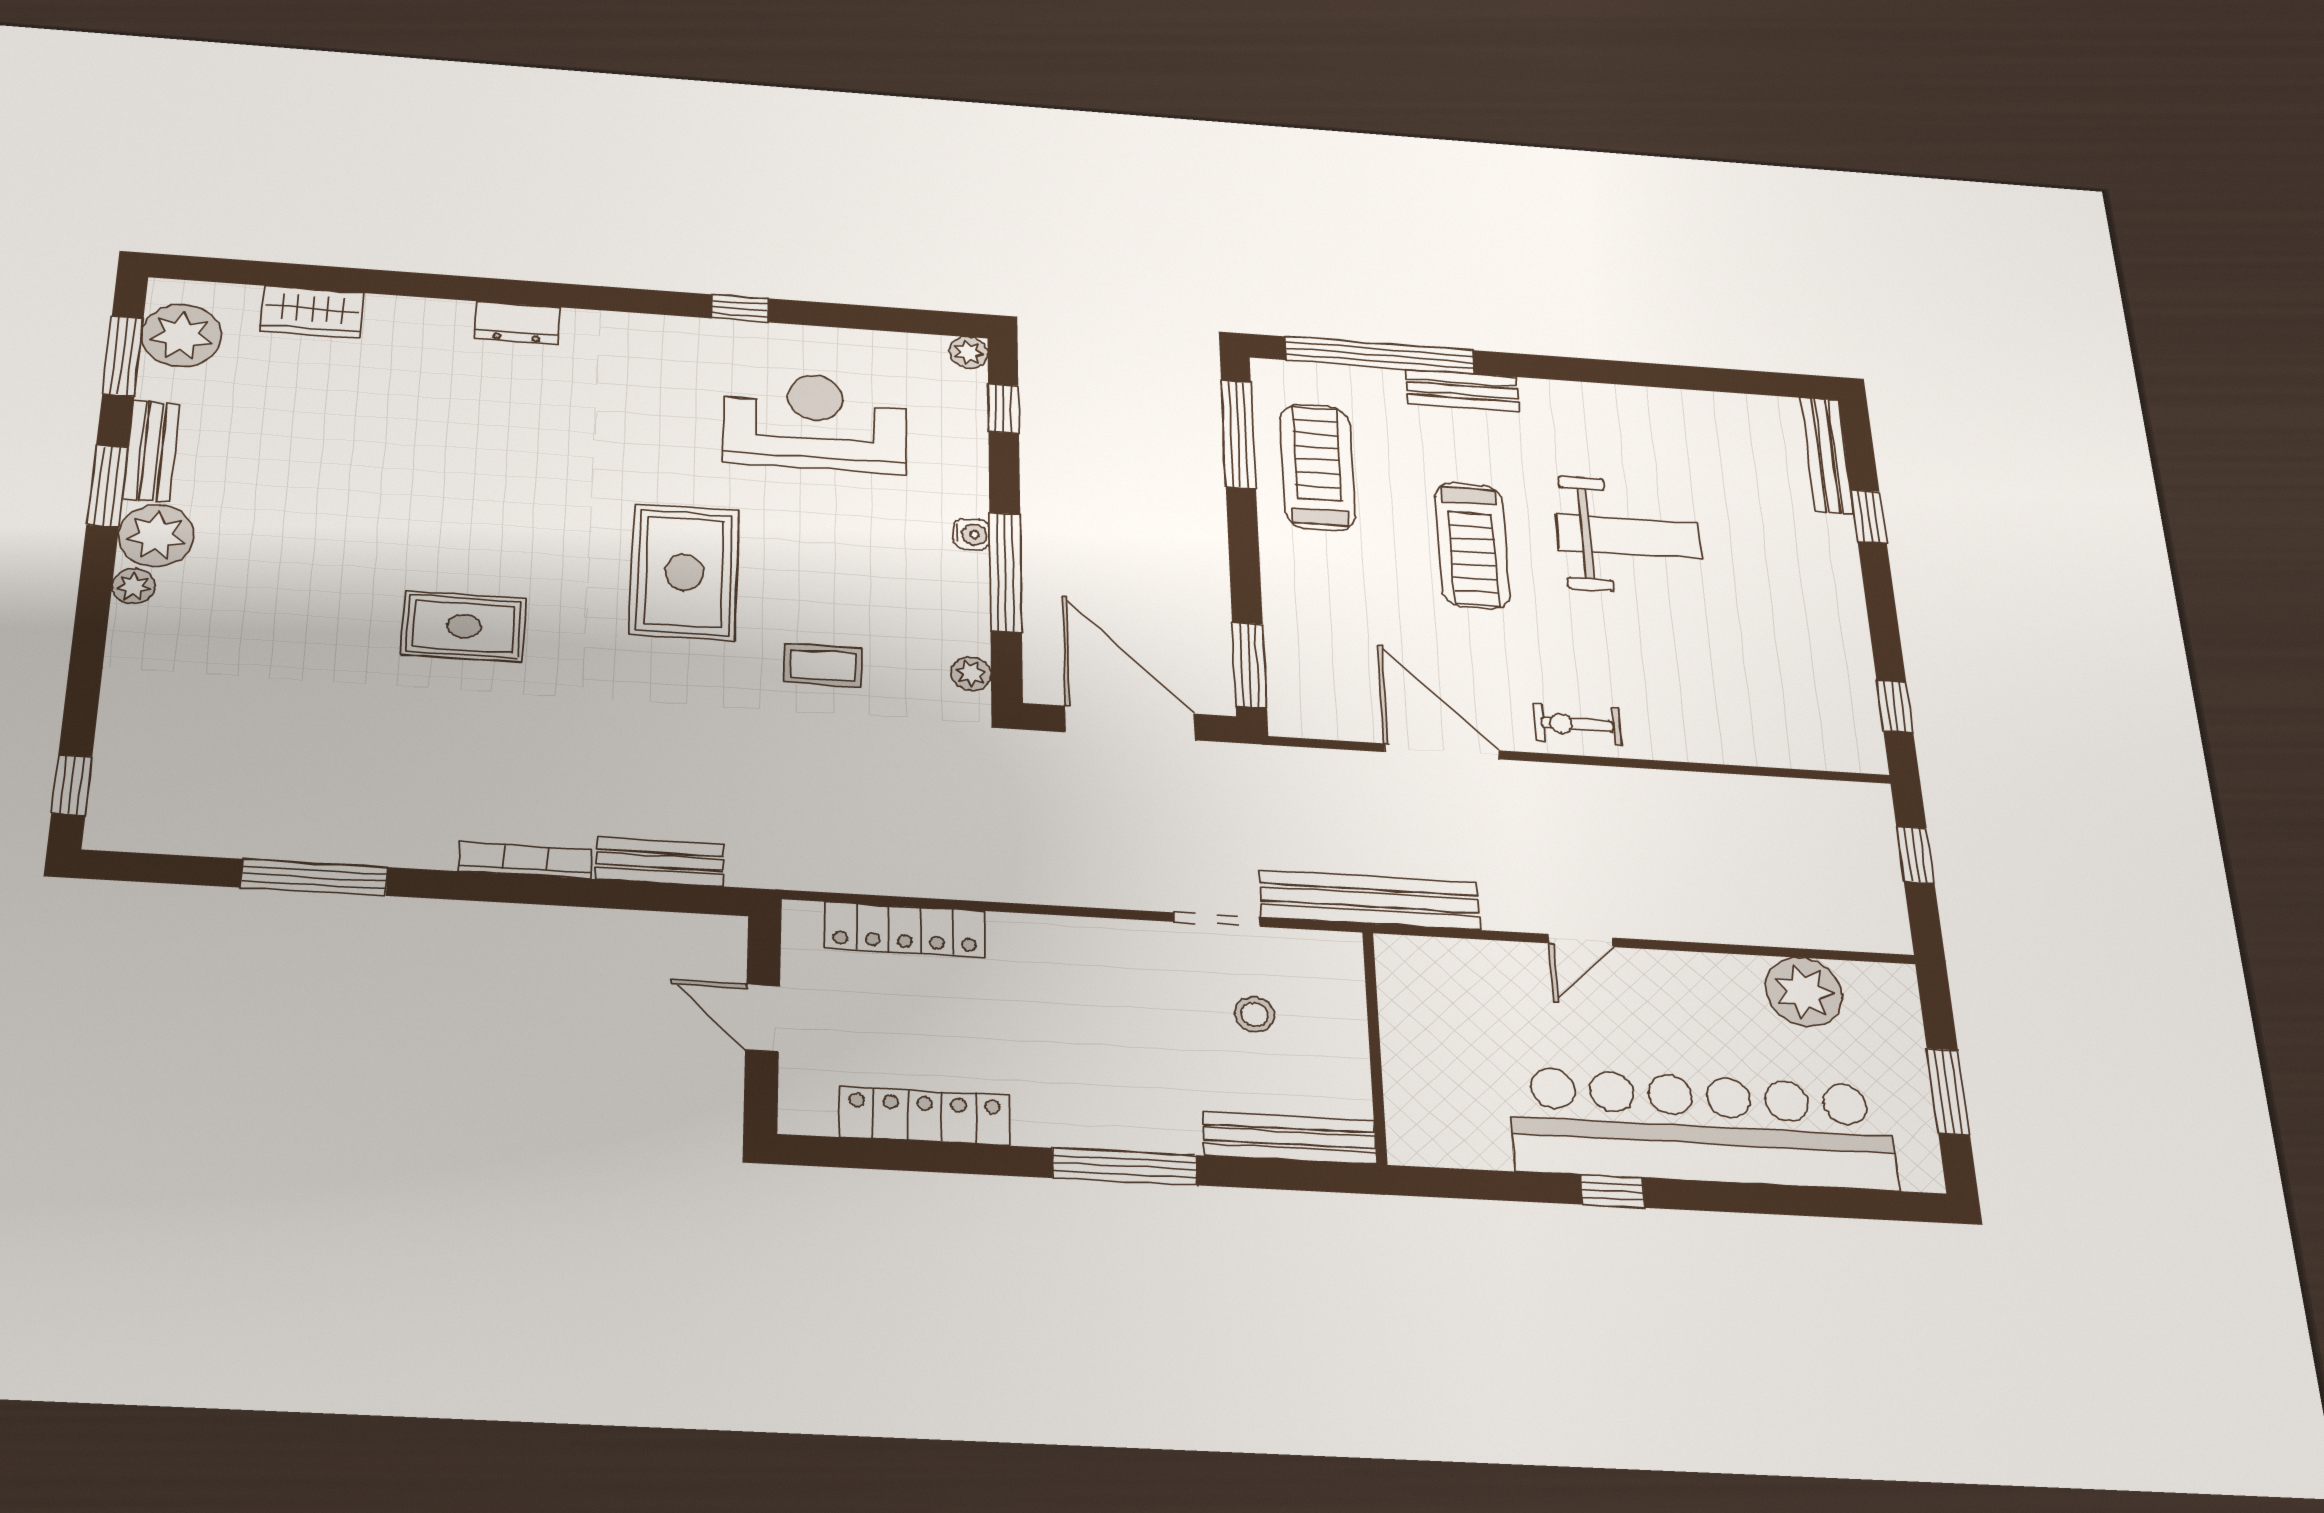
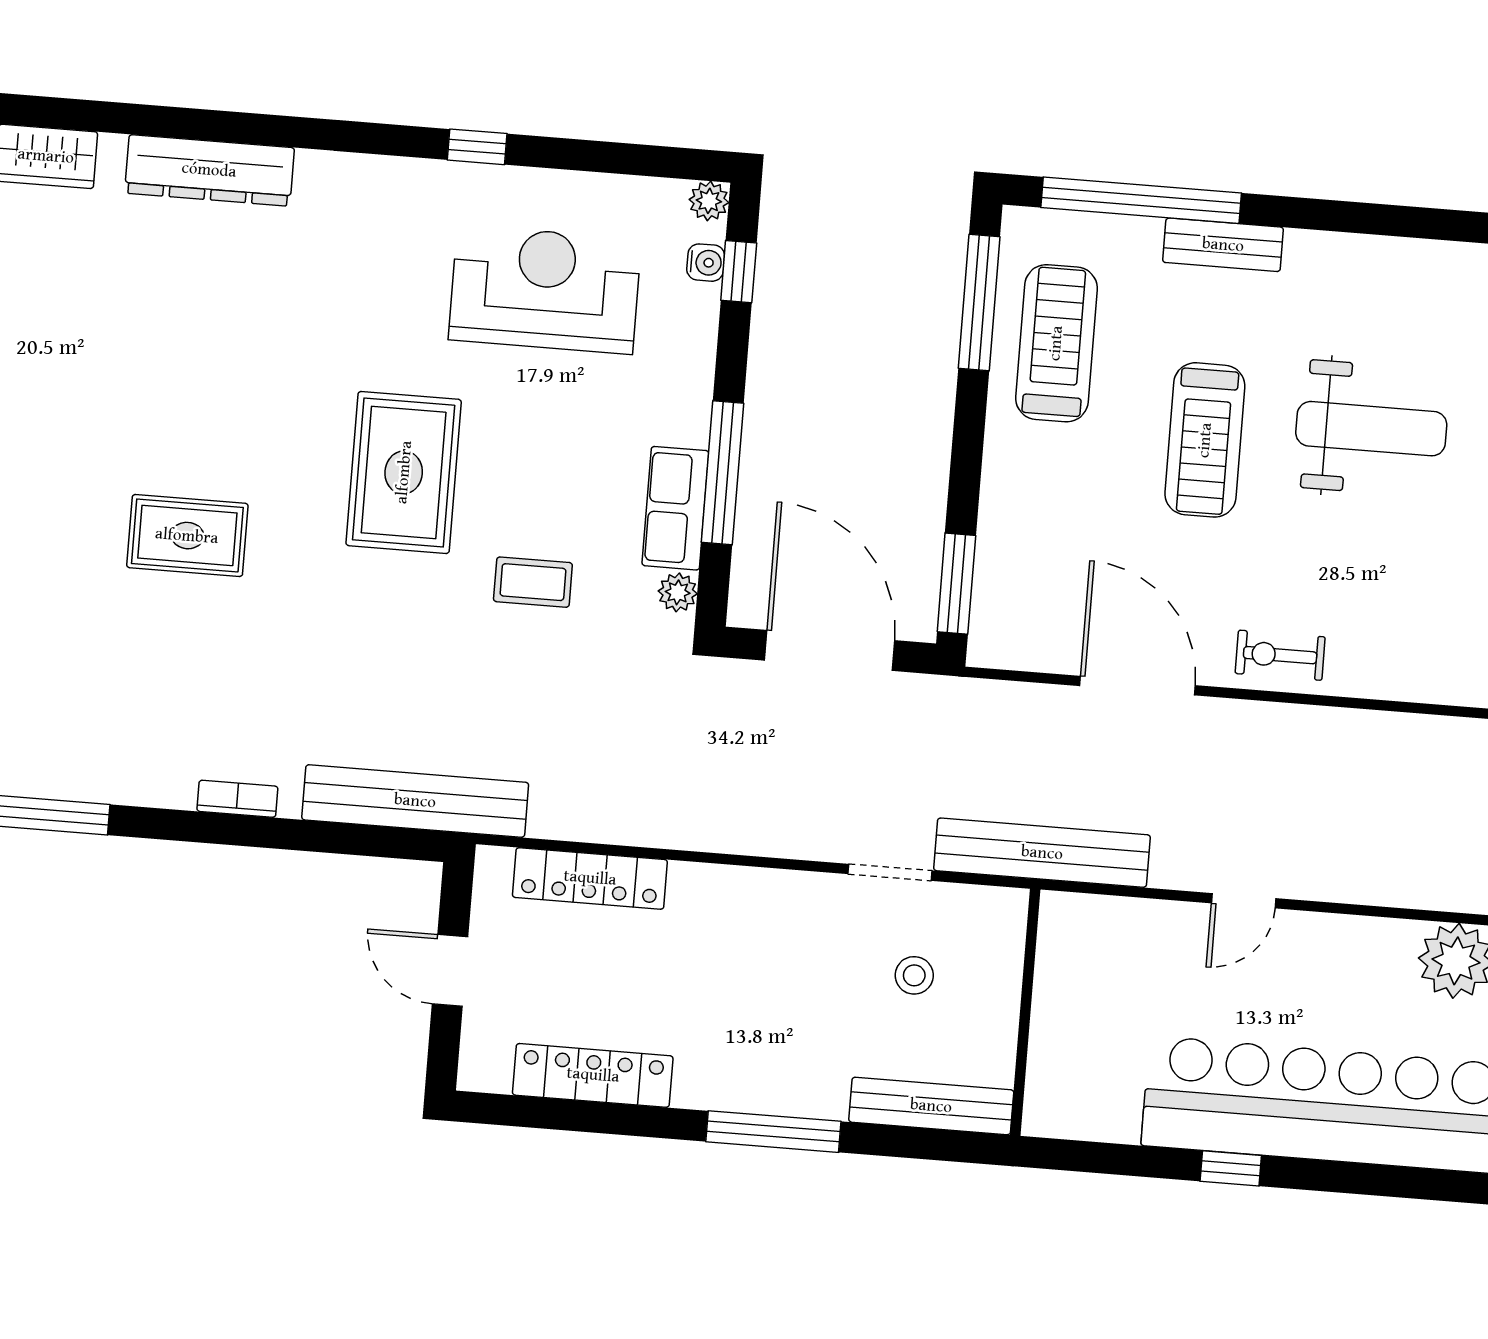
dresser: (517, 323) -> (209, 170), width x1.96, depth x1.24
water cooler: (972, 534) -> (706, 263), moved
row of seats: (961, 602) -> (675, 508), added
bookcase: (525, 861) -> (237, 799), width x0.64
bench: (660, 862) -> (415, 801), width x1.86, depth x1.21

